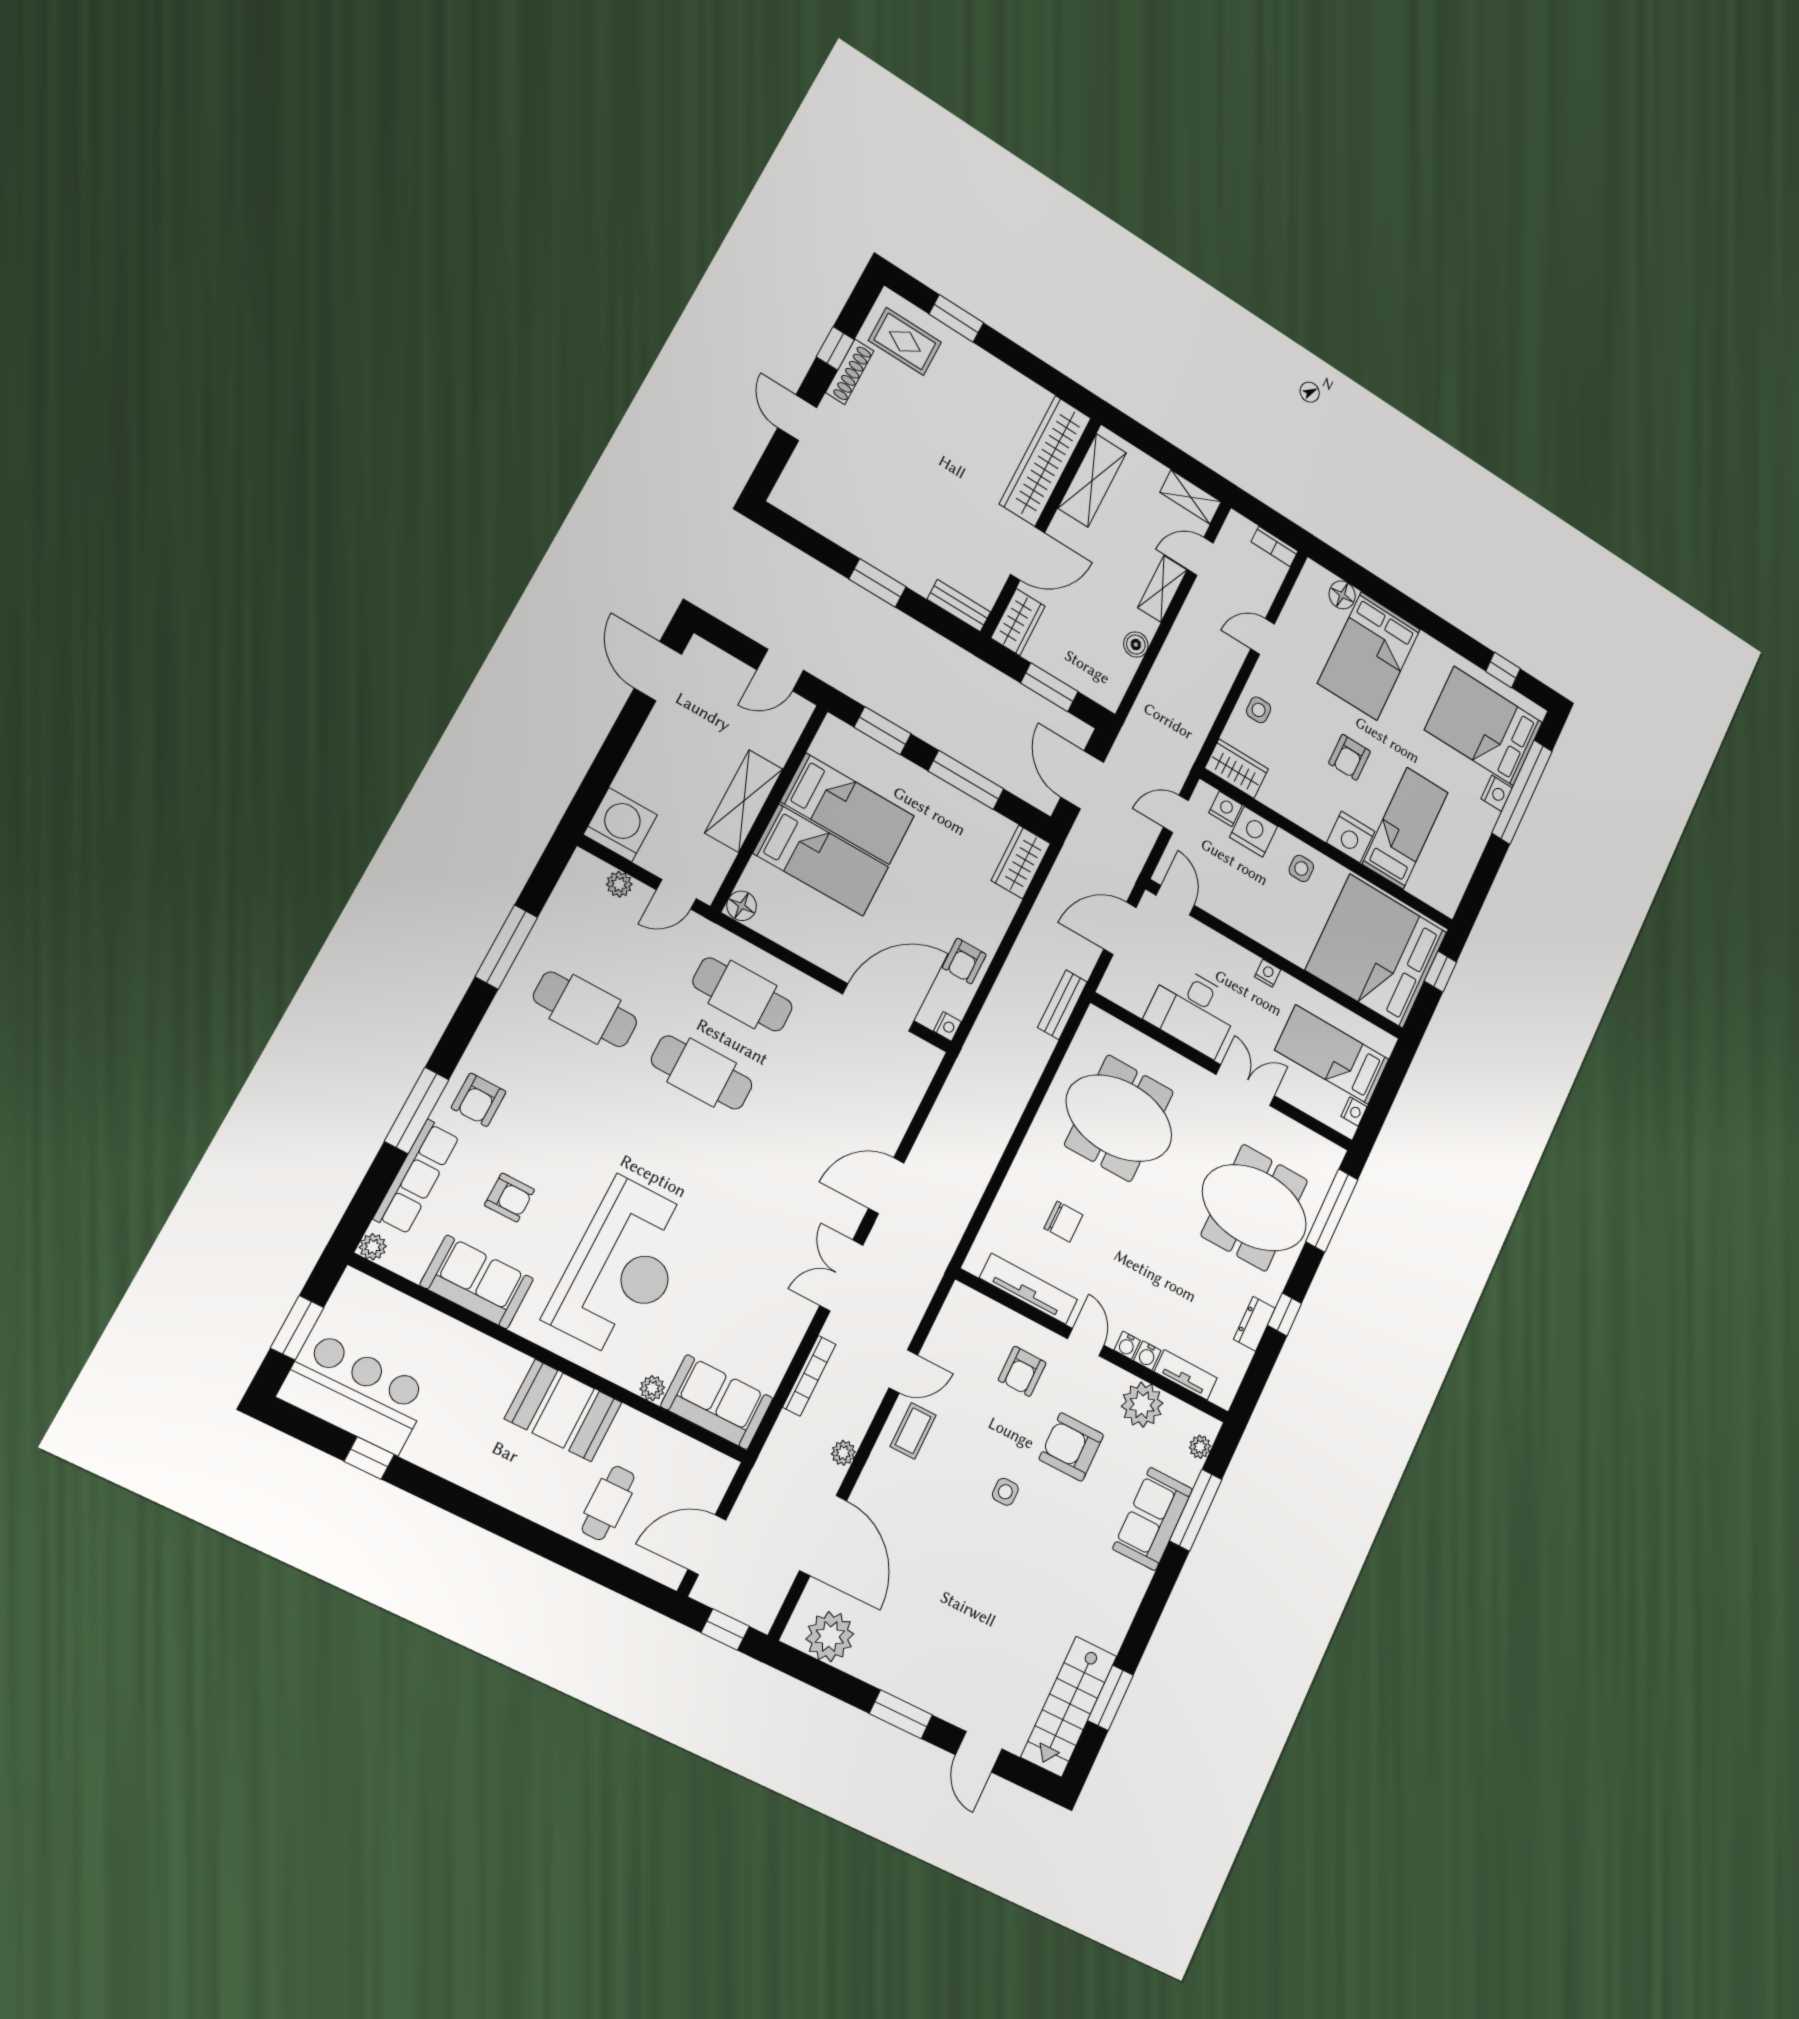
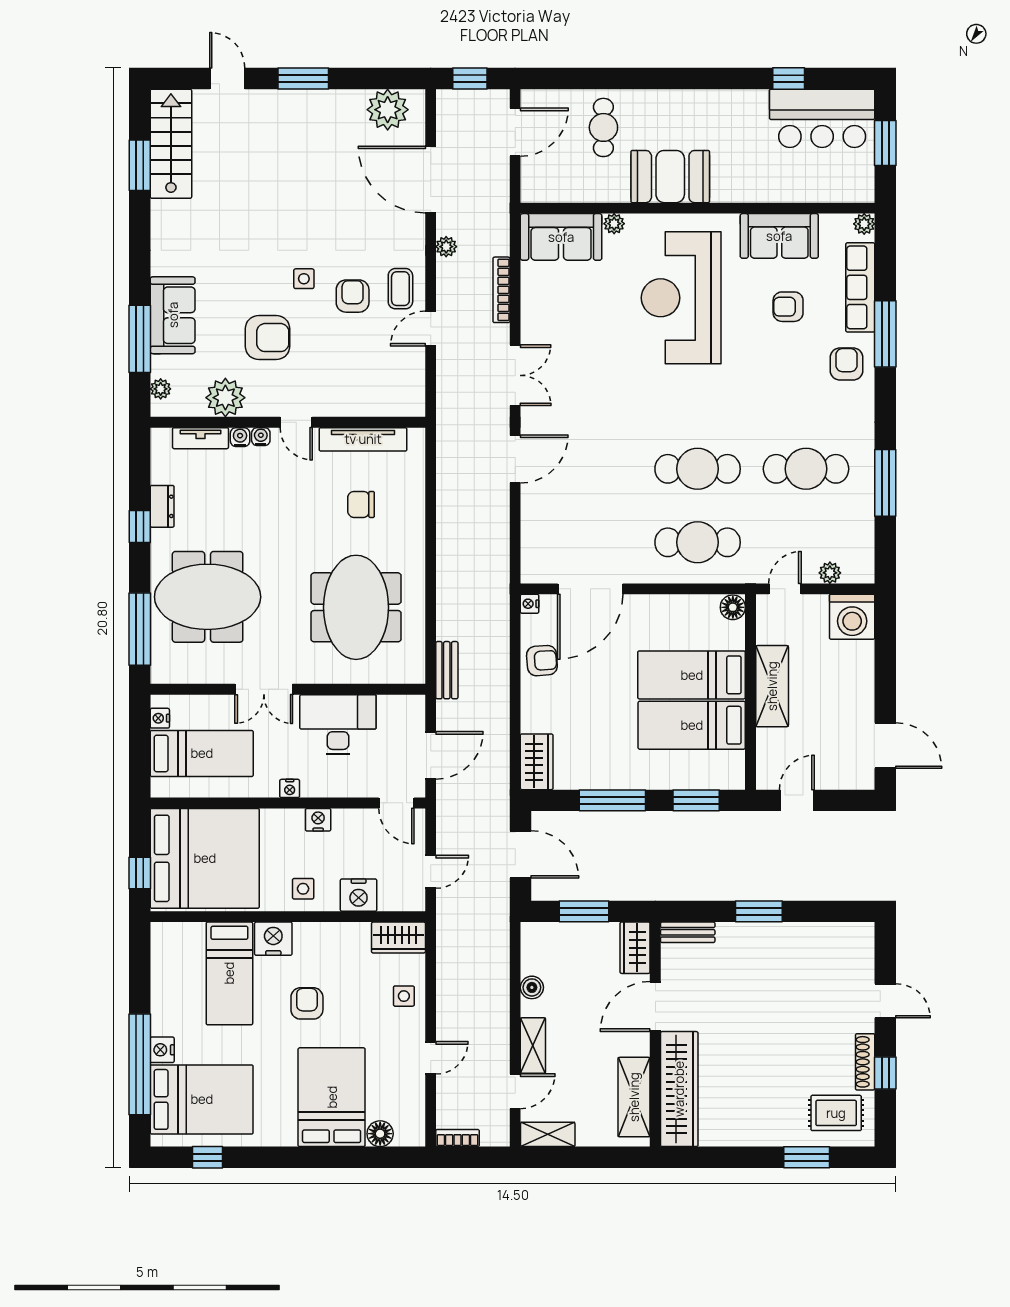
nightstand: (1226, 809) -> (318, 820), moved, turned 180
armchair: (964, 961) -> (542, 661), turned 86
meeting table: (1119, 1118) -> (356, 607), turned 90
armchair: (1022, 1371) -> (353, 296), moved

